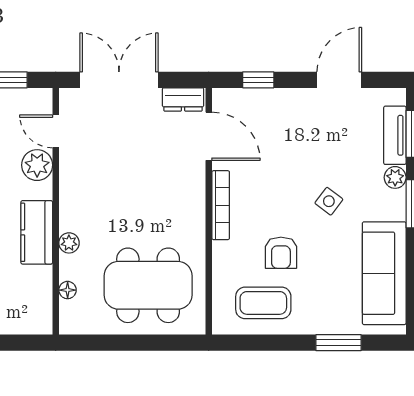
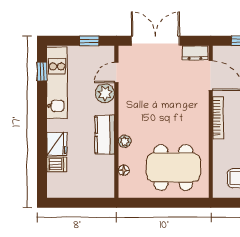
door: (56, 131) -> (116, 73), hinge flipped

